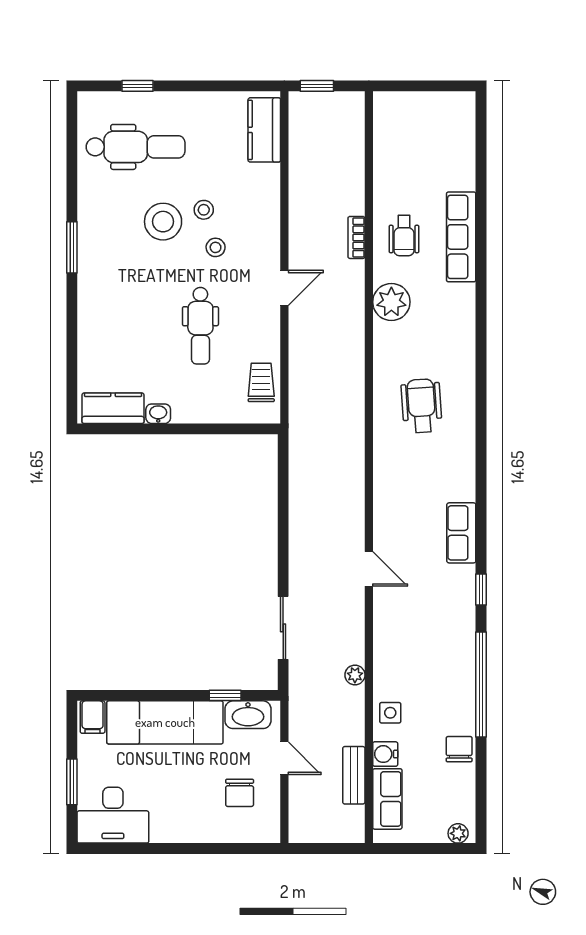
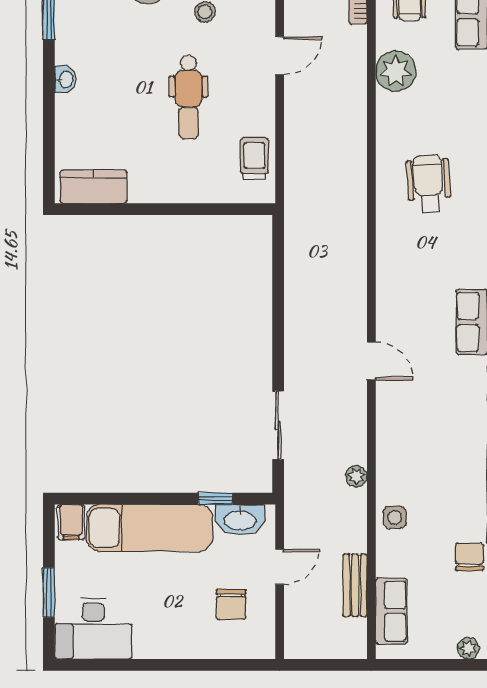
washbasin: (158, 414) -> (65, 80), moved, turned 90
water cooler: (385, 754) -> (389, 562), removed
door: (284, 758) -> (280, 567), hinge flipped

